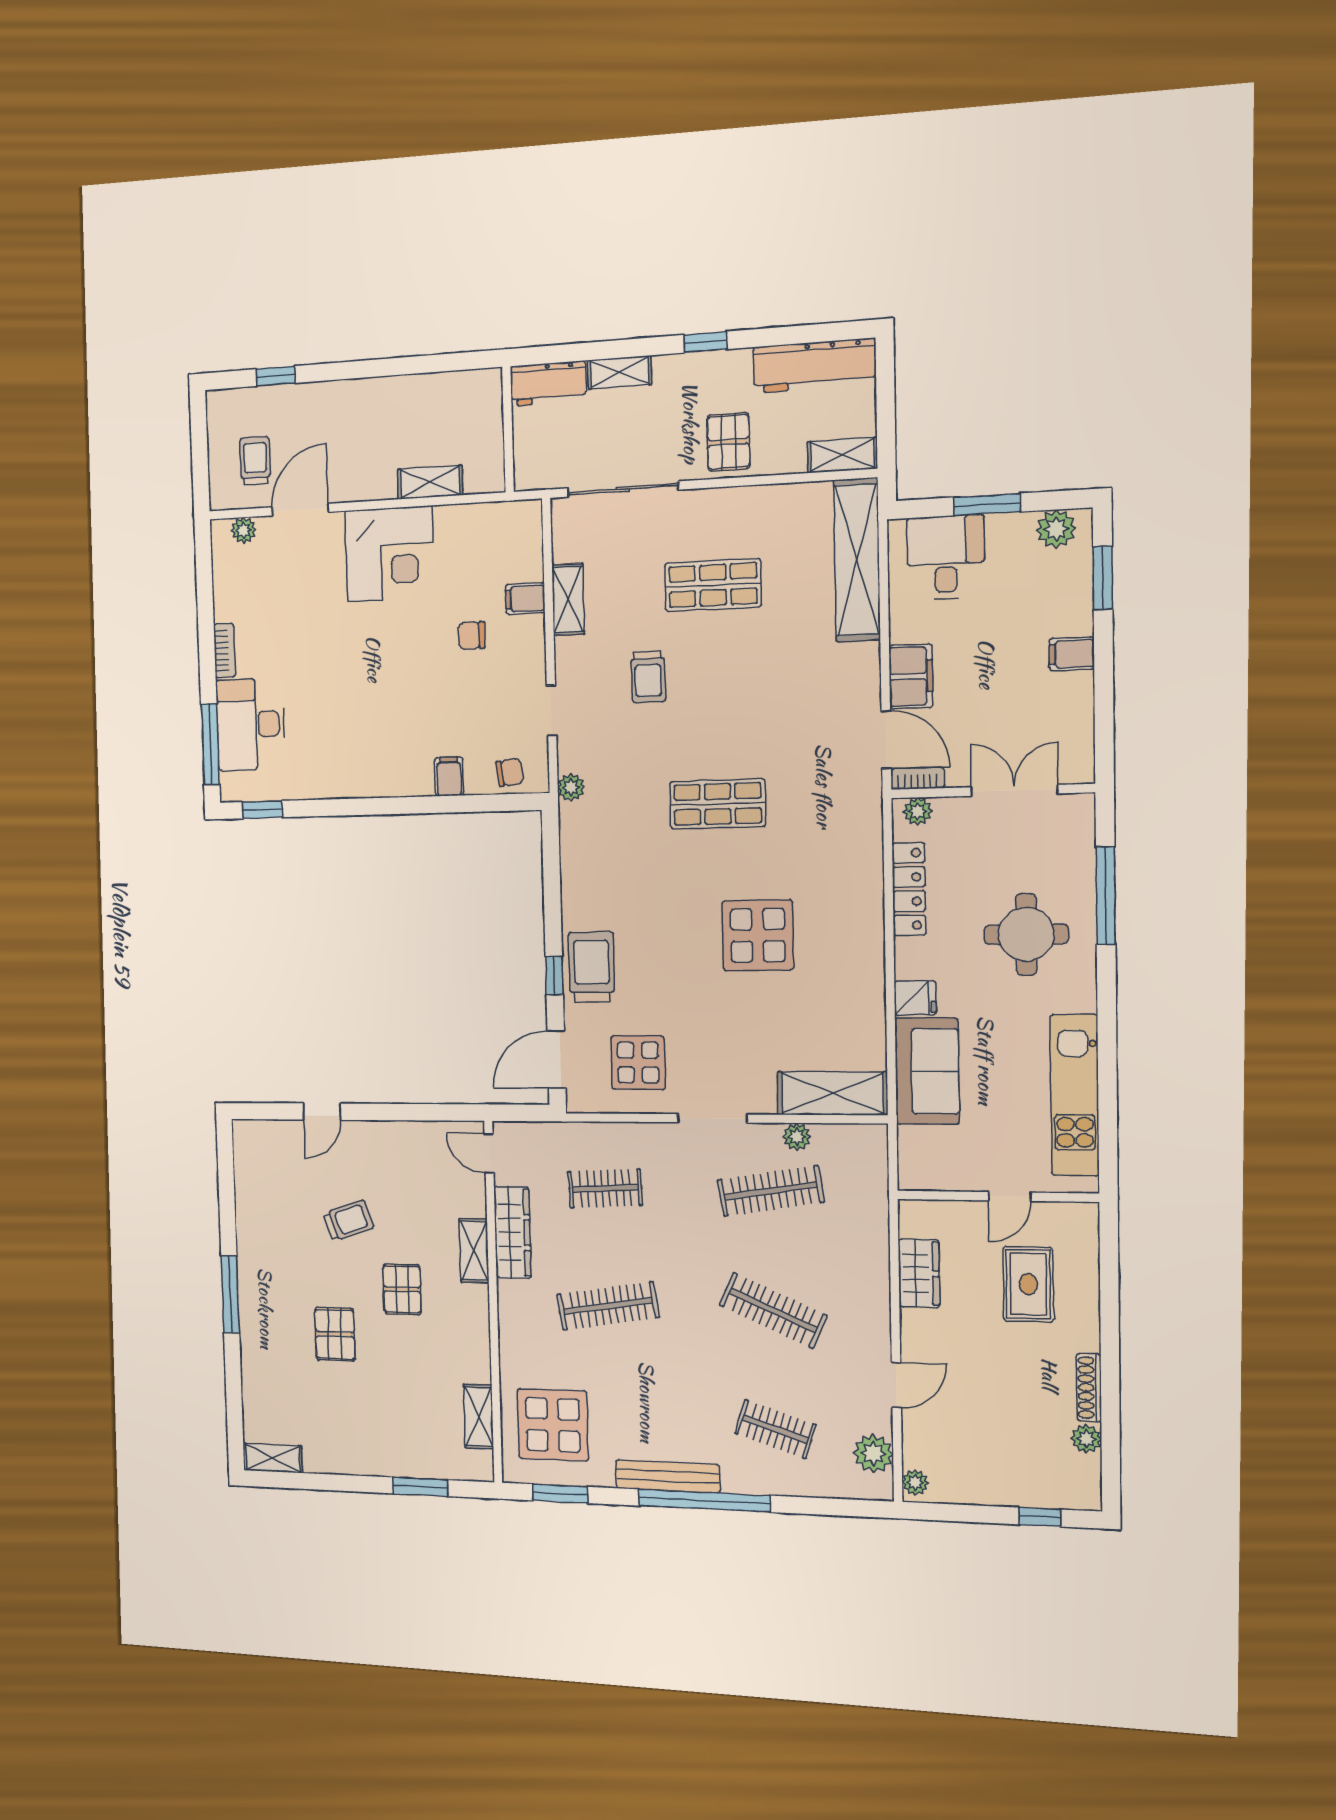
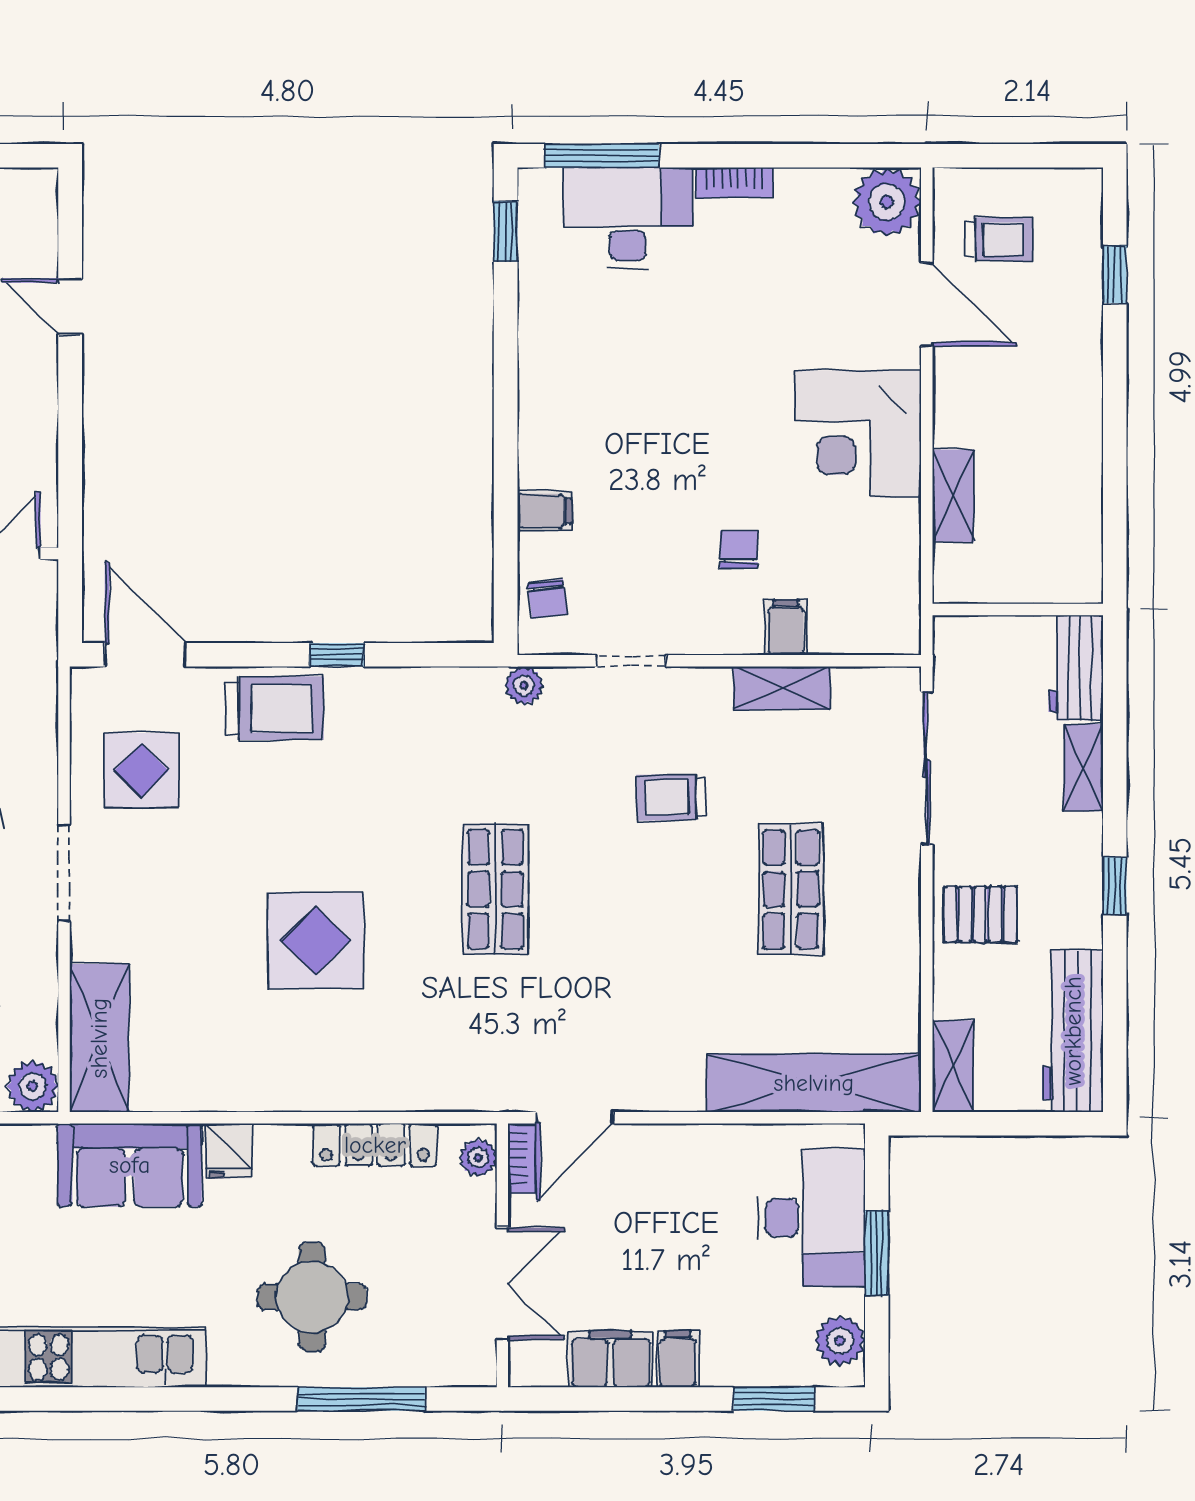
plant: (244, 530) -> (887, 202), width x1.87, depth x1.87
desk: (946, 557) -> (811, 1218), width x1.37
filing cabinet: (911, 676) -> (611, 1359), moved, turned 180
window: (554, 976) -> (337, 655), moved
plant: (797, 1137) -> (33, 1086), moved, width x1.38, depth x1.38

